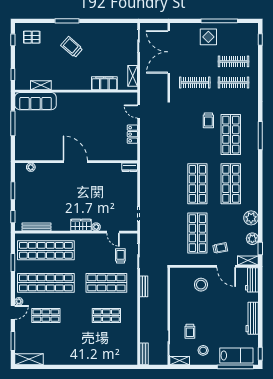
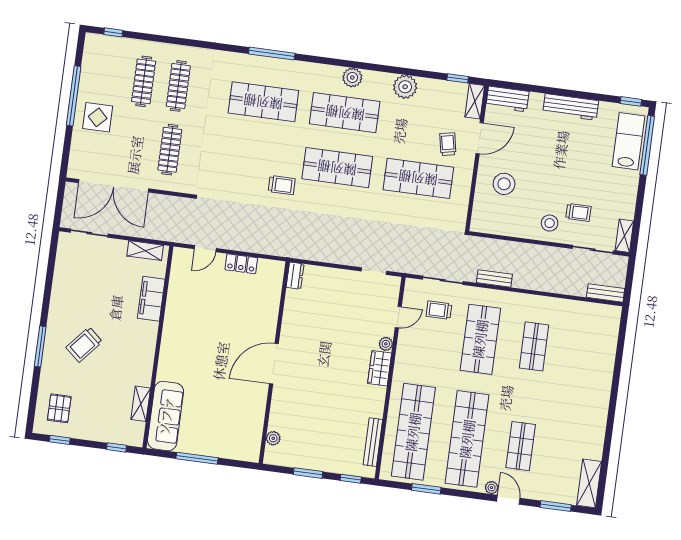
trolley: (208, 120) -> (282, 185), moved
plant: (252, 239) -> (352, 78), moved
stool: (203, 350) -> (550, 223), moved

